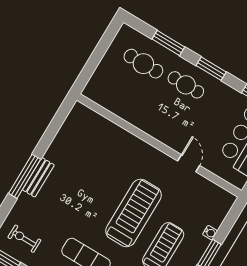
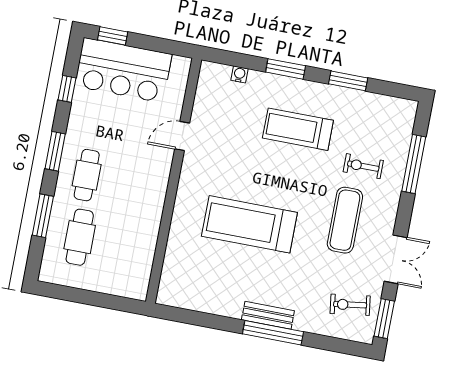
treadmill: (134, 213) -> (249, 224), moved
water cooler: (210, 233) -> (239, 74), moved
exercise bike: (24, 239) -> (350, 305), turned 82

